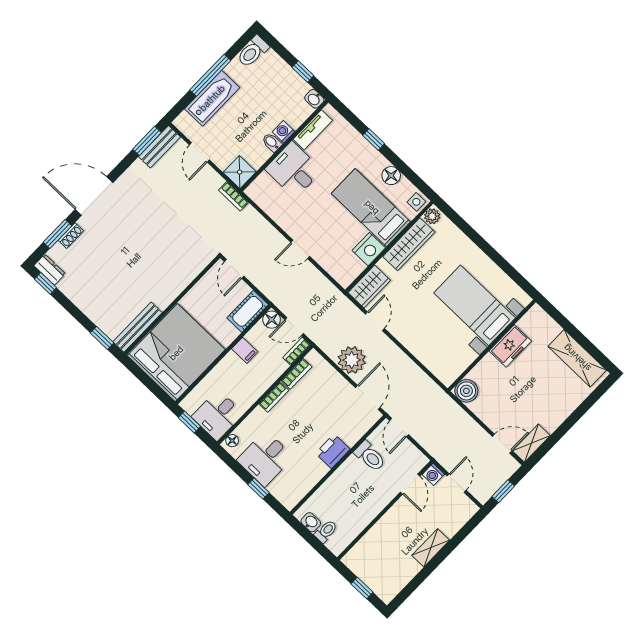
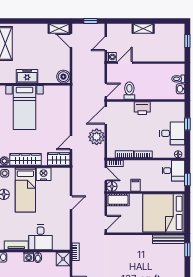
door: (300, 249) -> (71, 203), hinge flipped

